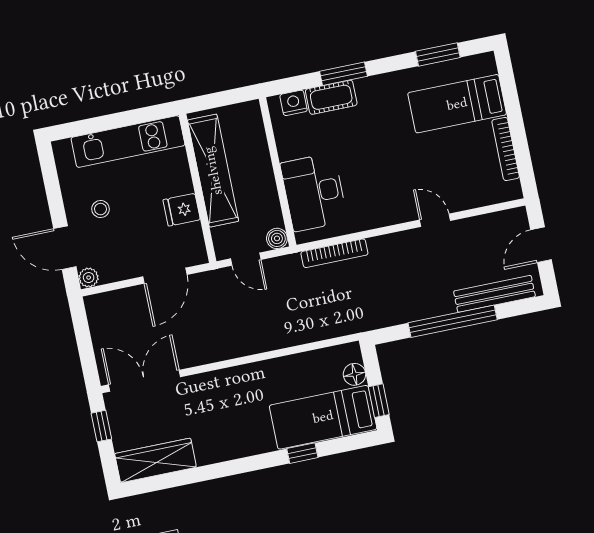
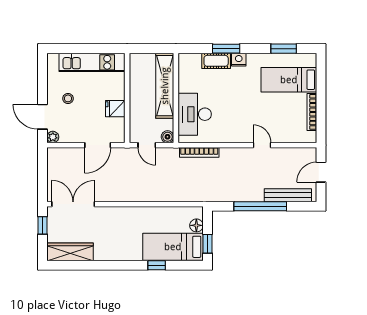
nightstand: (294, 103) -> (239, 60), moved
shelving: (213, 171) -> (165, 86), moved

